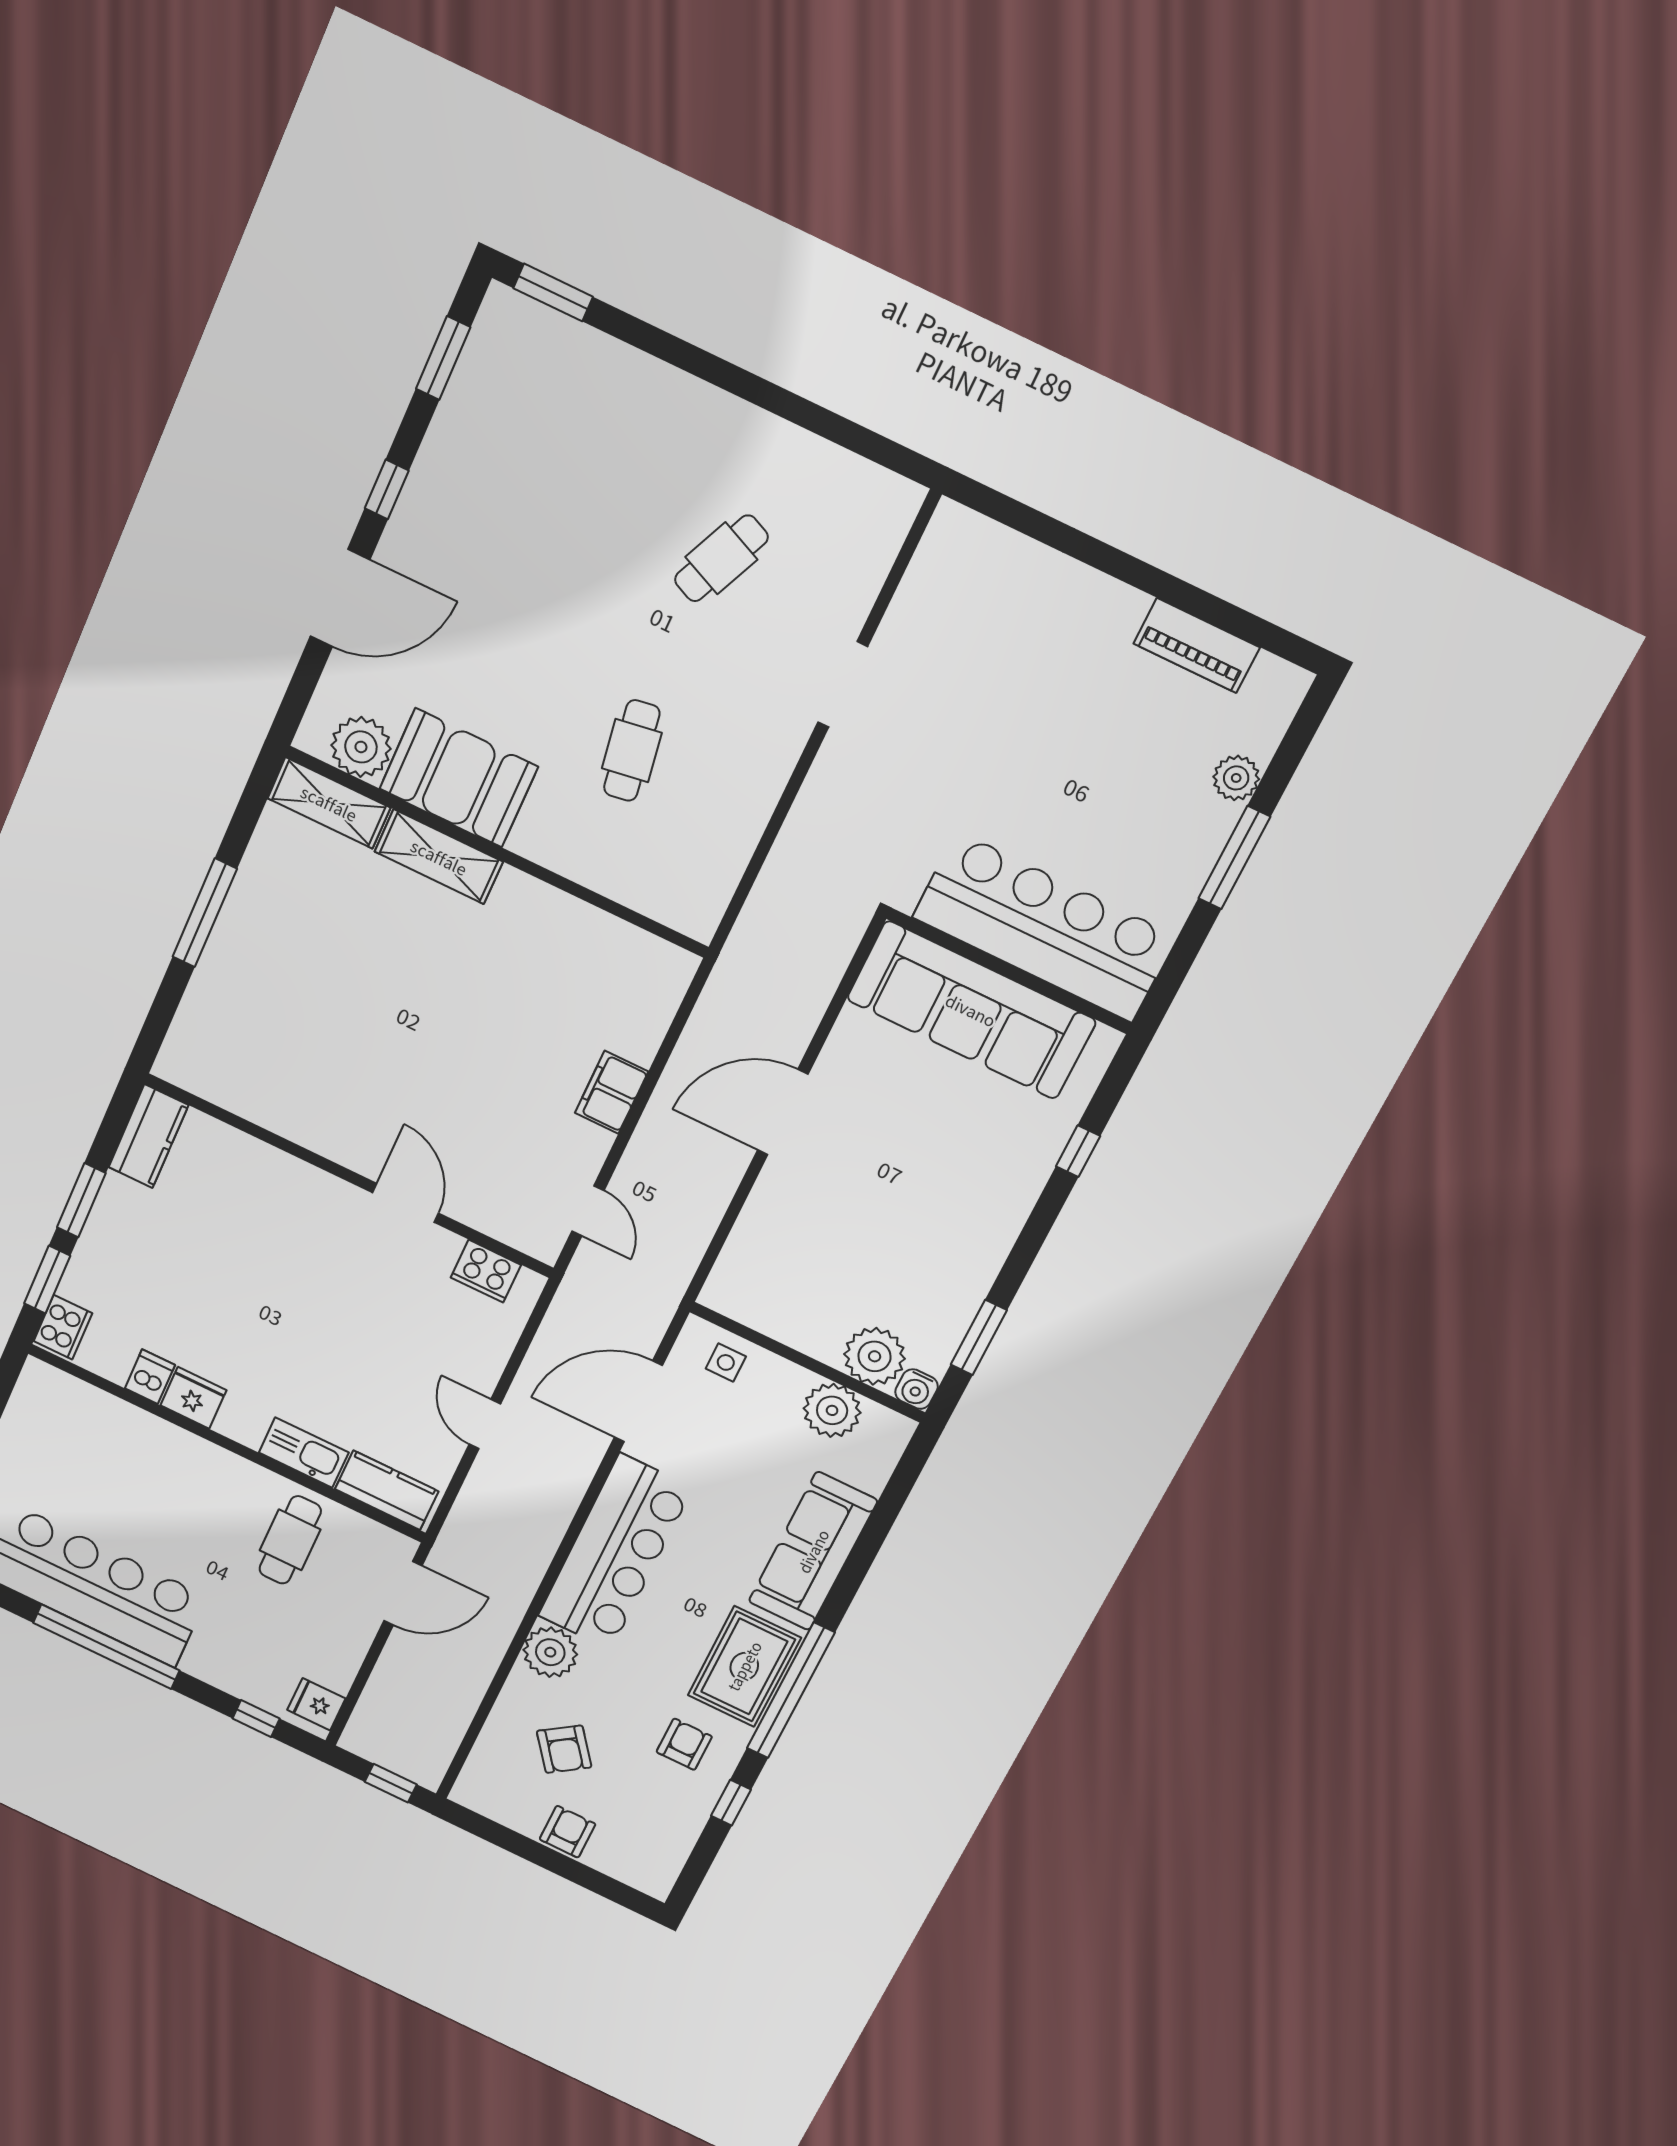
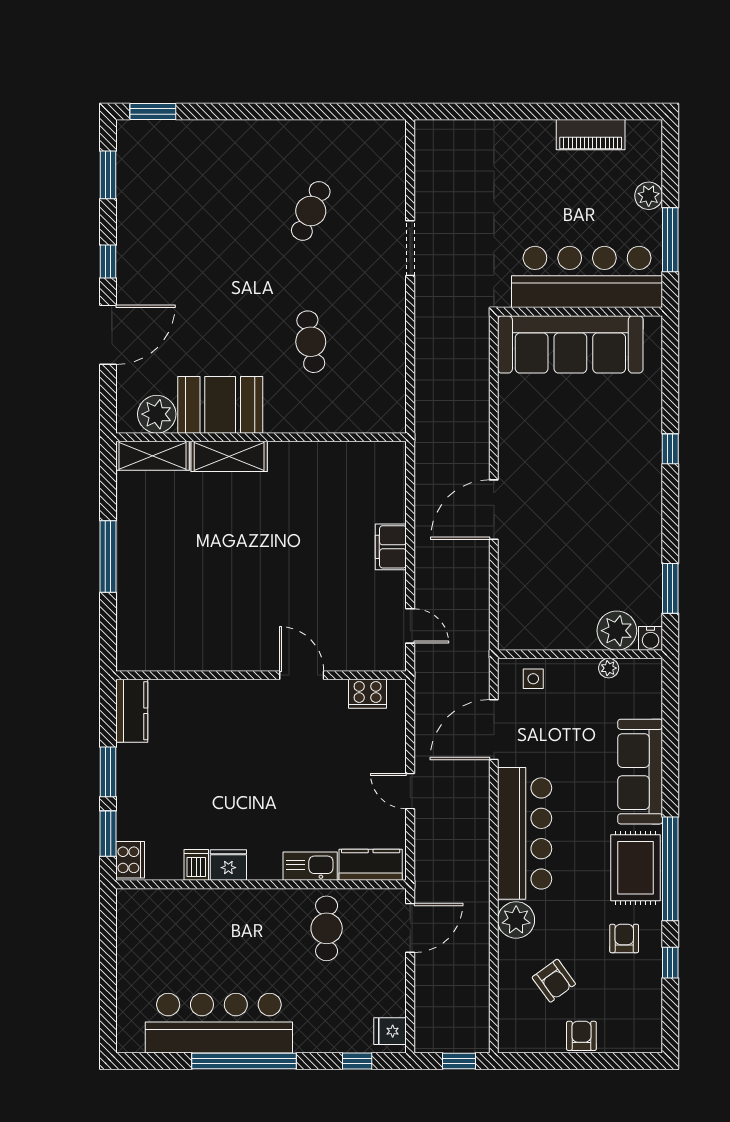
bar counter: (1044, 927) -> (587, 277), moved
wall: (1009, 971) -> (580, 312), moved
sofa: (971, 1010) -> (570, 344), moved
plant: (832, 1410) -> (609, 668), width x0.53, depth x0.53

